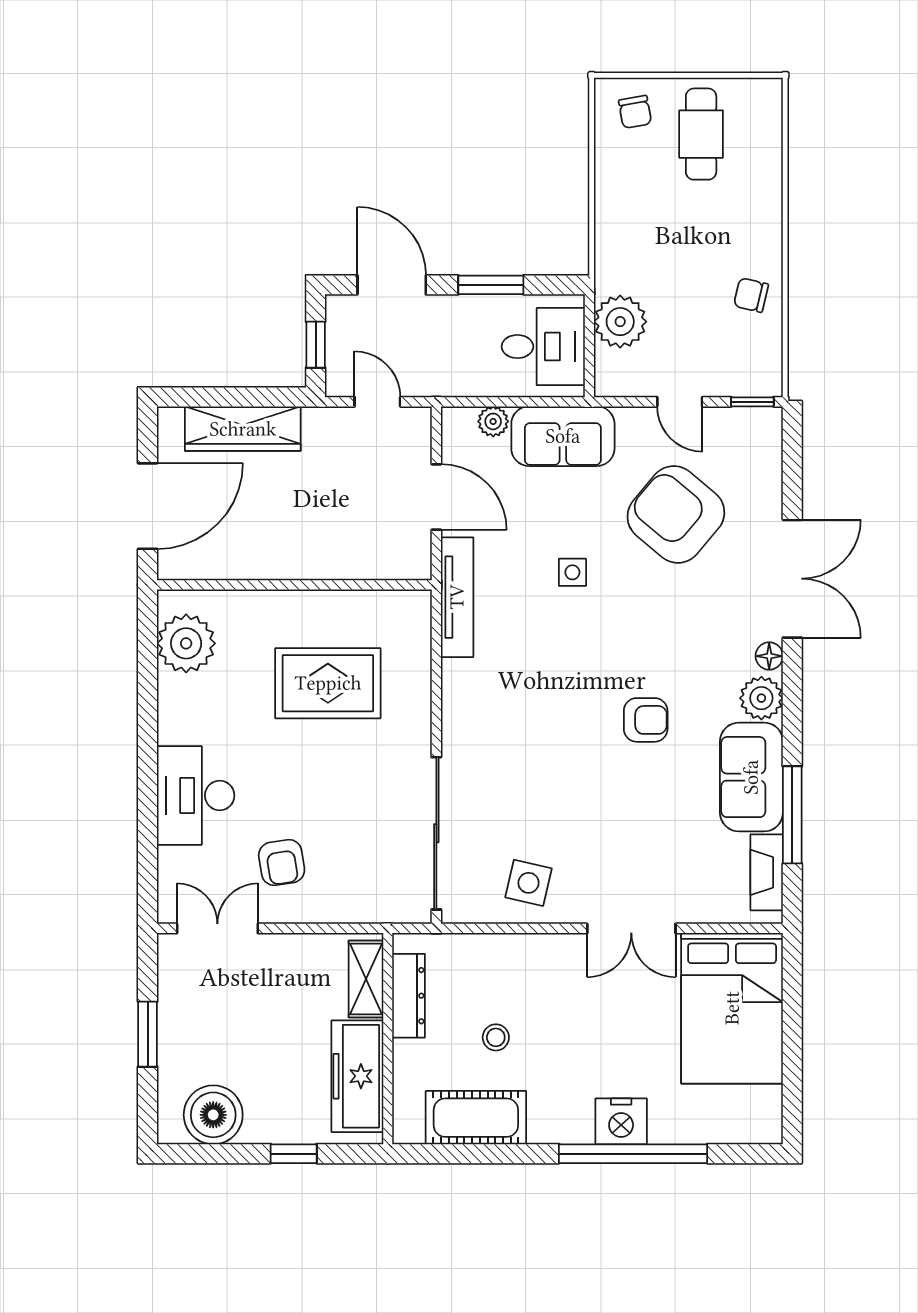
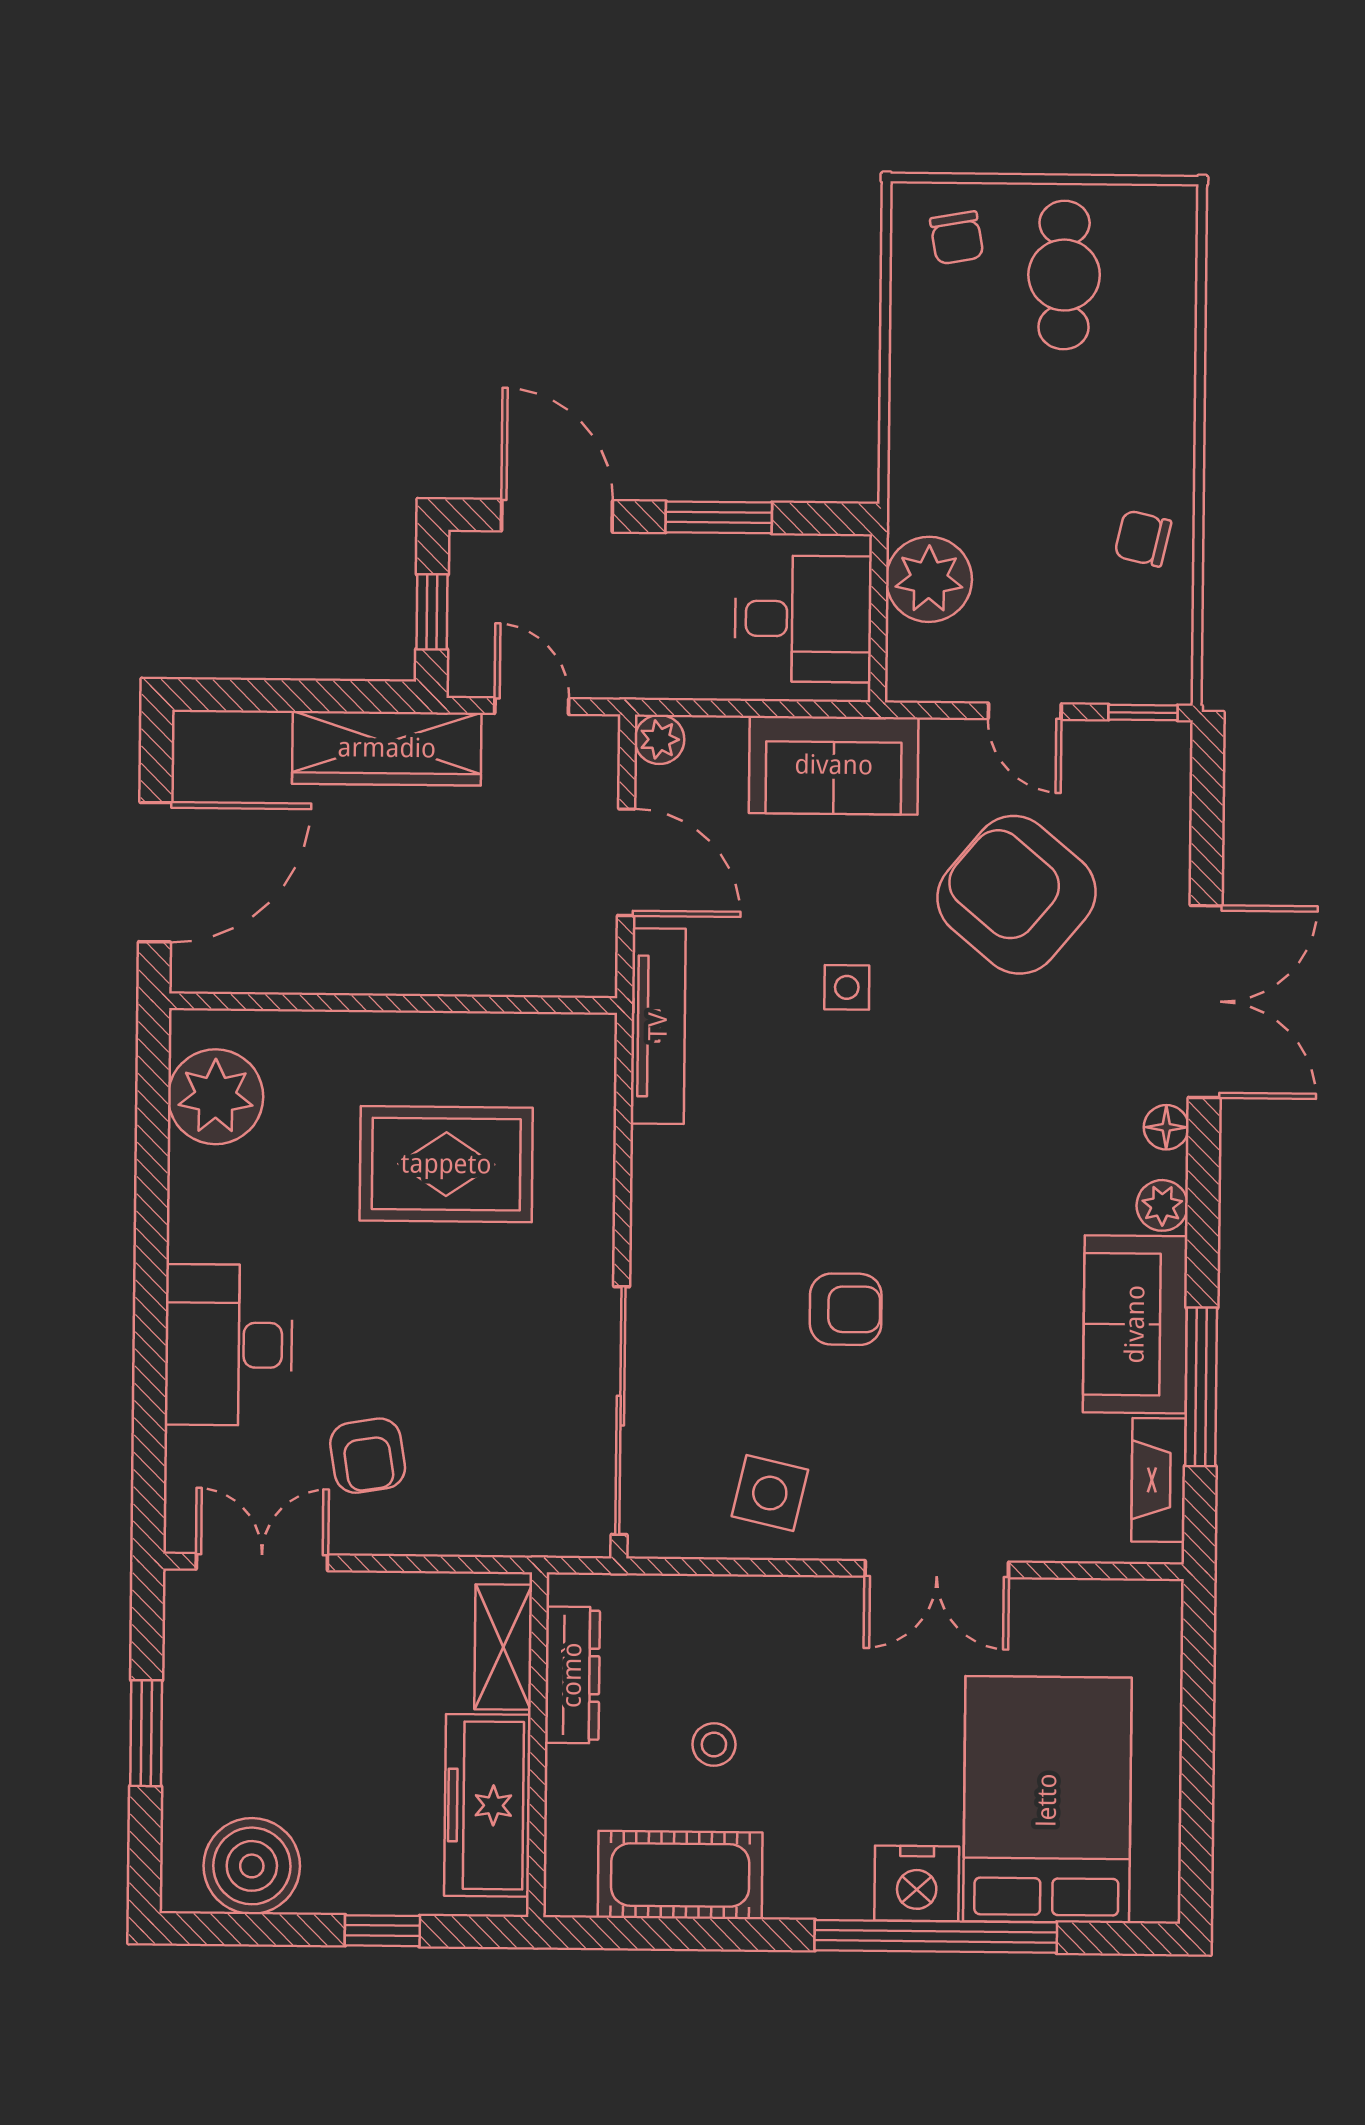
plant: (493, 421) -> (659, 739), moved
wardrobe: (243, 429) -> (387, 748), moved
plant: (761, 698) -> (1162, 1205), width x0.73, depth x0.73
armchair: (646, 720) -> (846, 1309), moved
bed: (732, 1008) -> (1047, 1800), moved, turned 180

